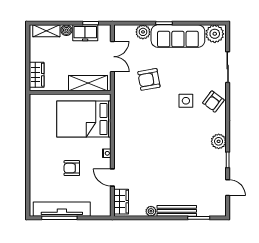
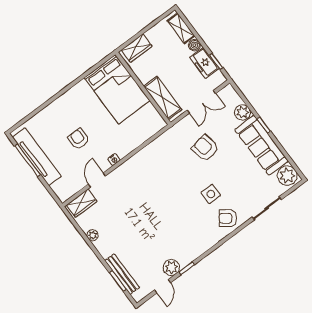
bed: (84, 119) -> (117, 89), moved, turned 180
plant: (219, 141) -> (171, 268), moved
bench: (177, 211) -> (122, 274), moved

